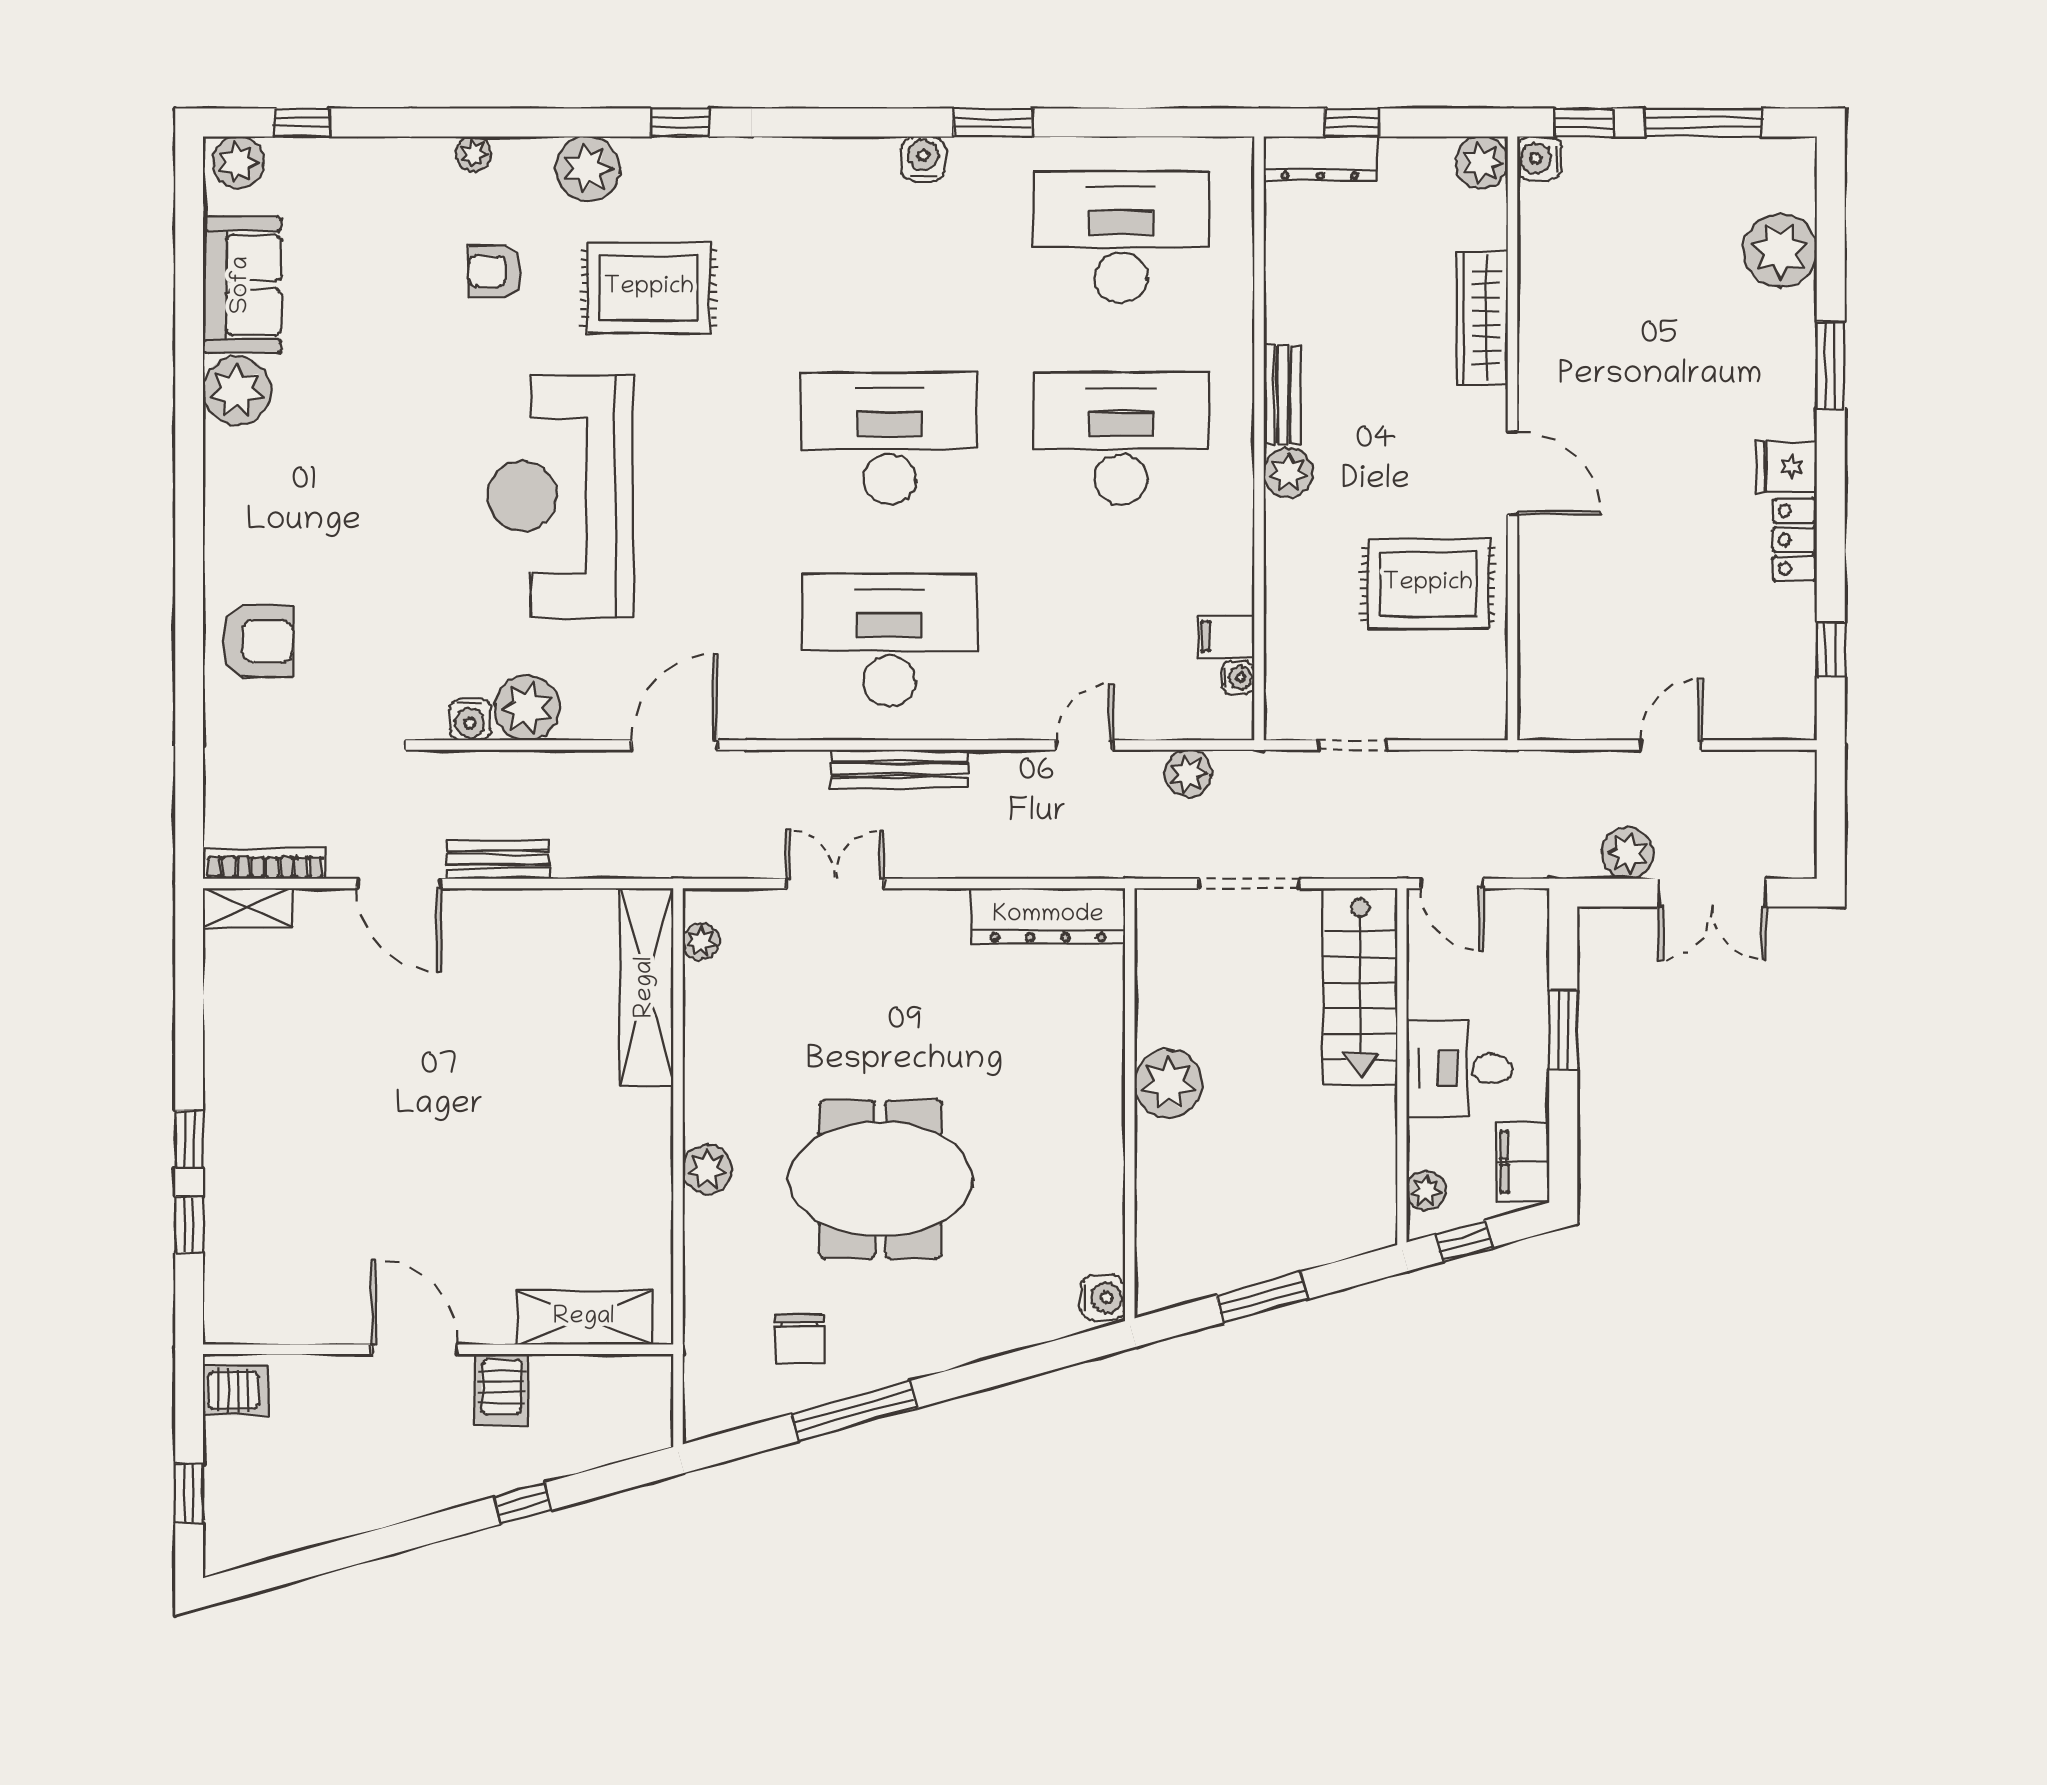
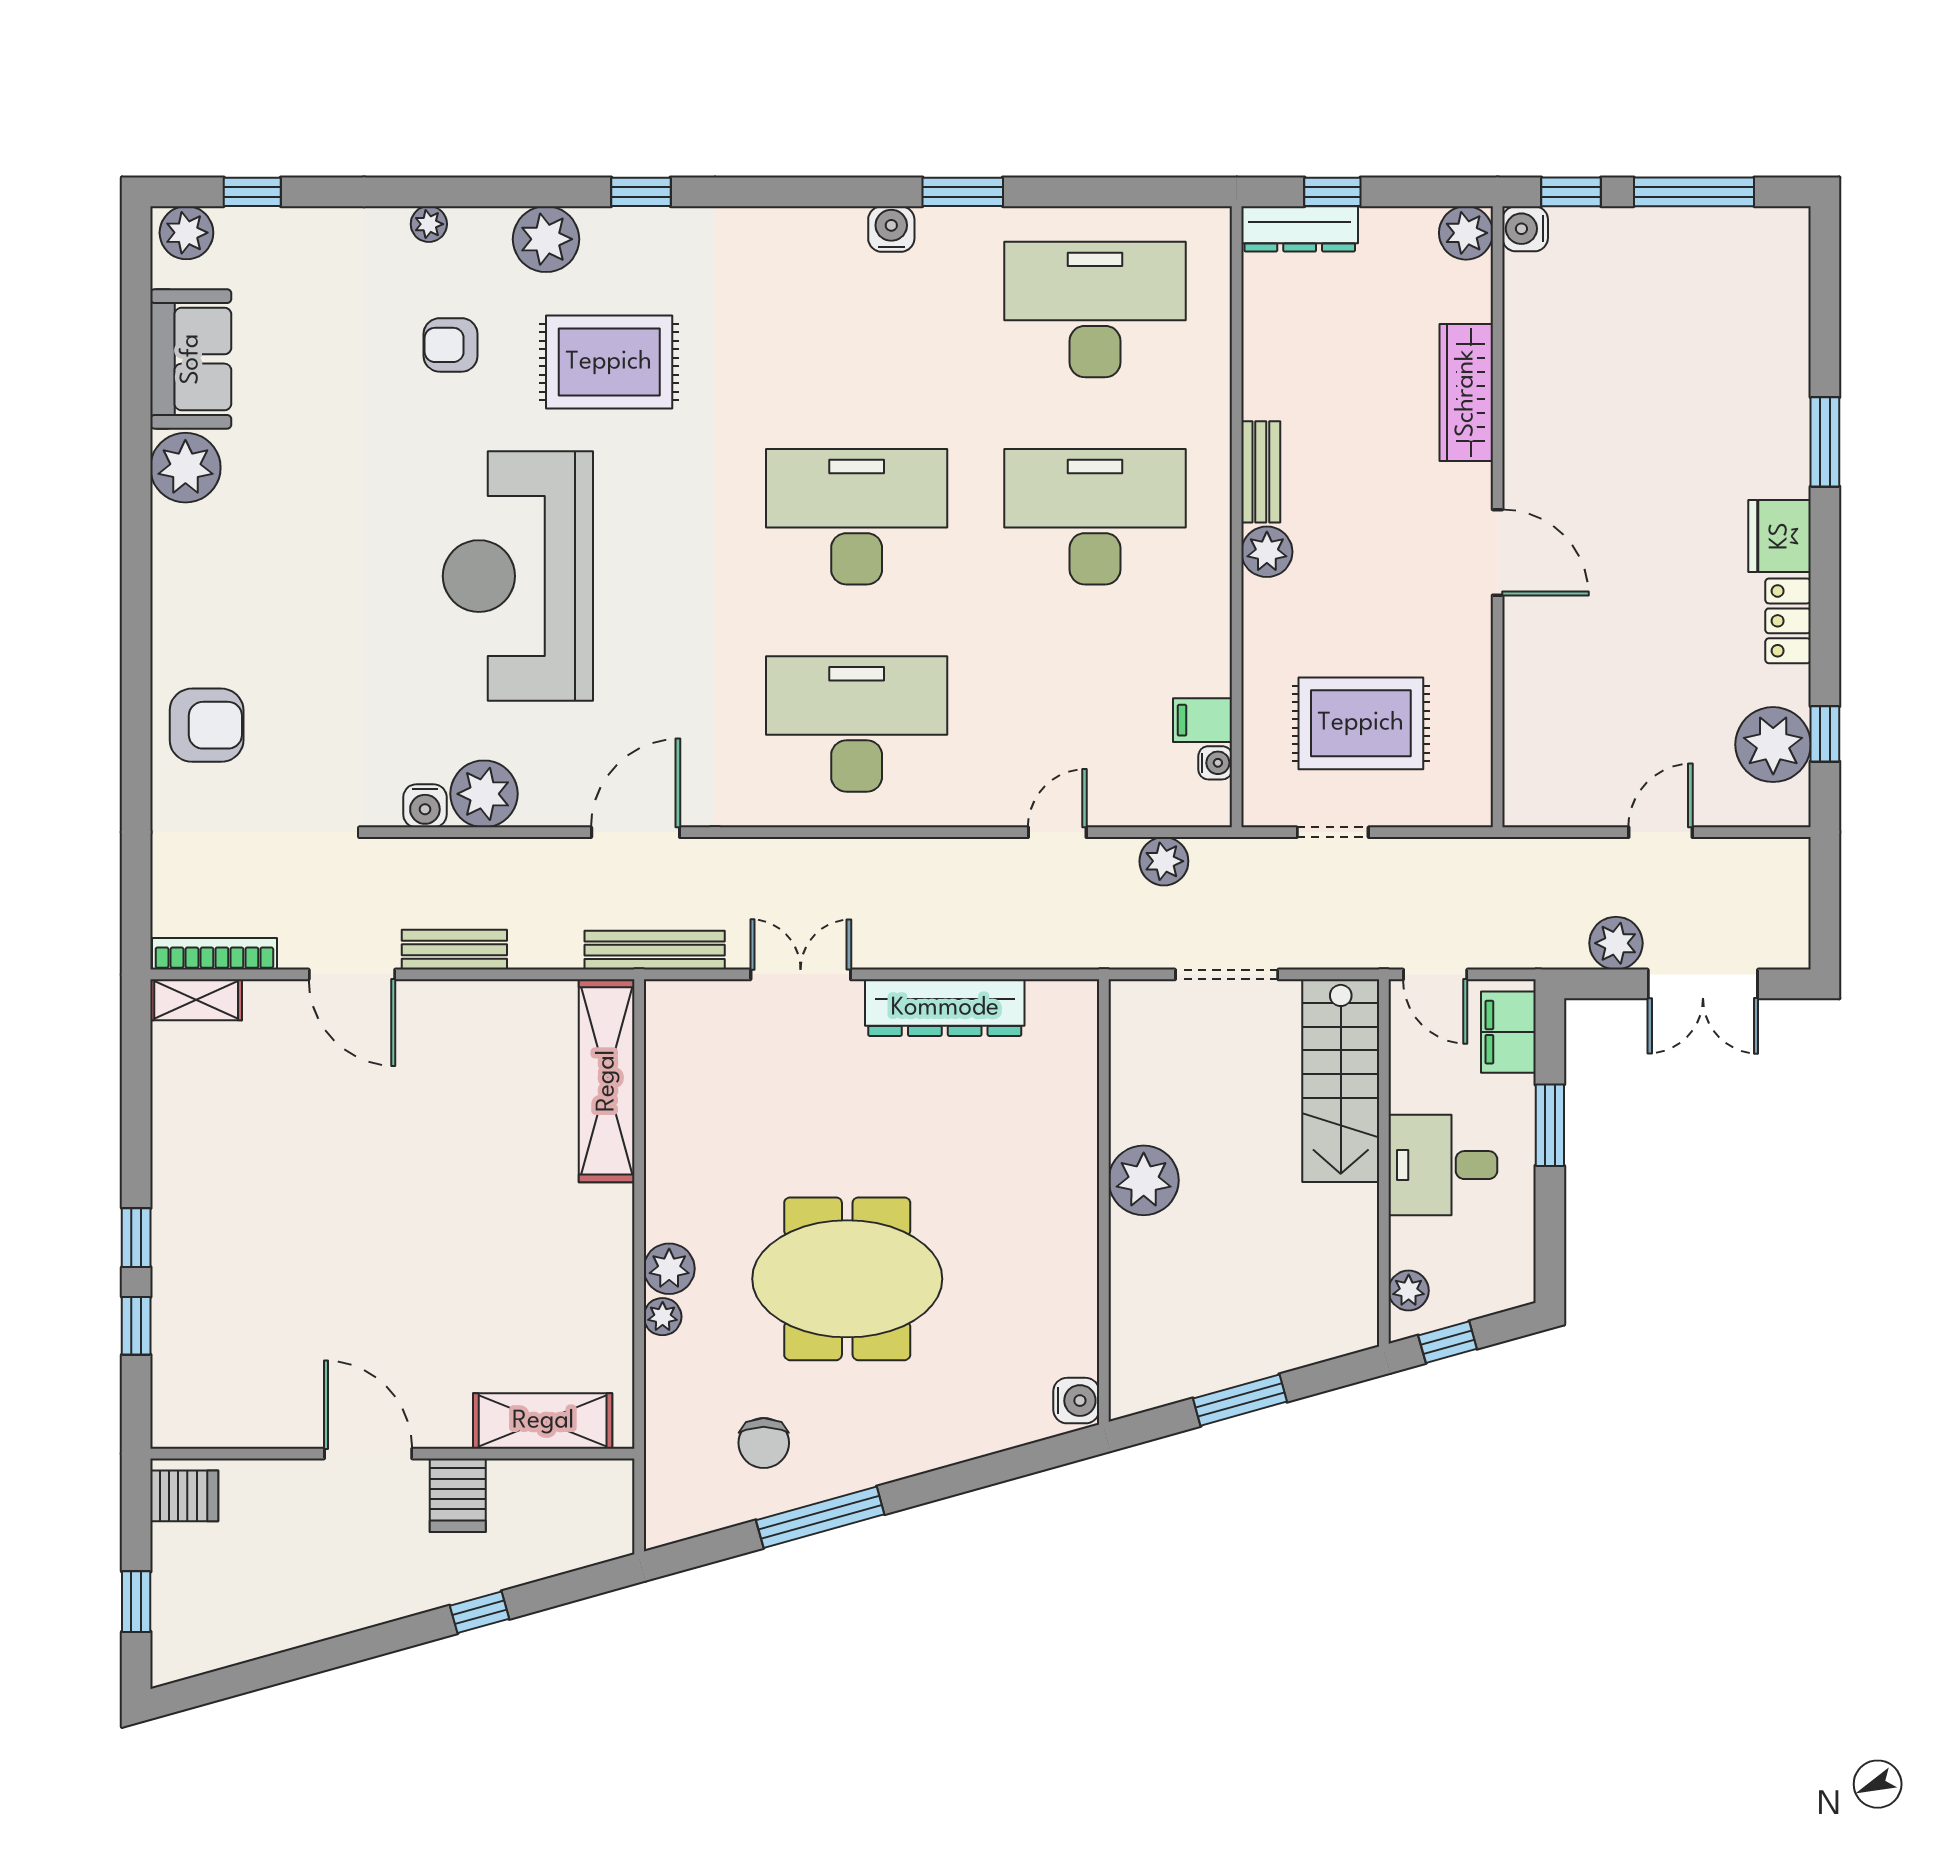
plant: (1780, 251) -> (1773, 745), moved
fridge: (1787, 467) -> (1780, 536), width x1.38
rug: (1428, 584) -> (1361, 723), moved
bench: (900, 769) -> (655, 950), moved
dresser: (1048, 916) -> (945, 1008), moved
plant: (701, 941) -> (663, 1317), moved
filing cabinet: (1523, 1162) -> (1508, 1032), moved

